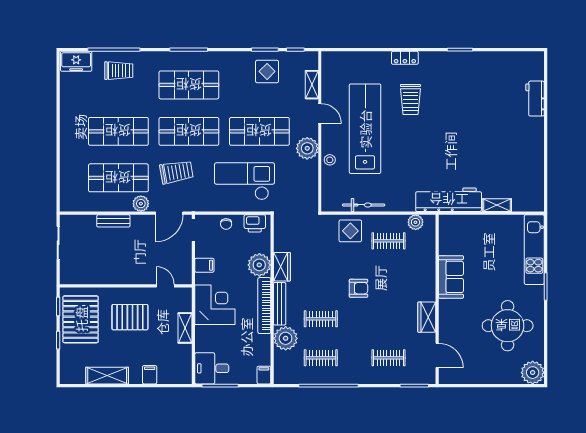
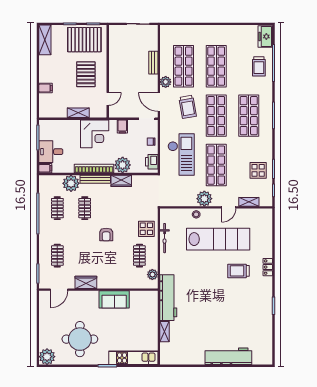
workbench: (535, 99) -> (228, 356), width x1.88, depth x1.32
desk: (212, 368) -> (51, 152), moved, turned -90
shelving: (107, 376) -> (45, 40), moved

